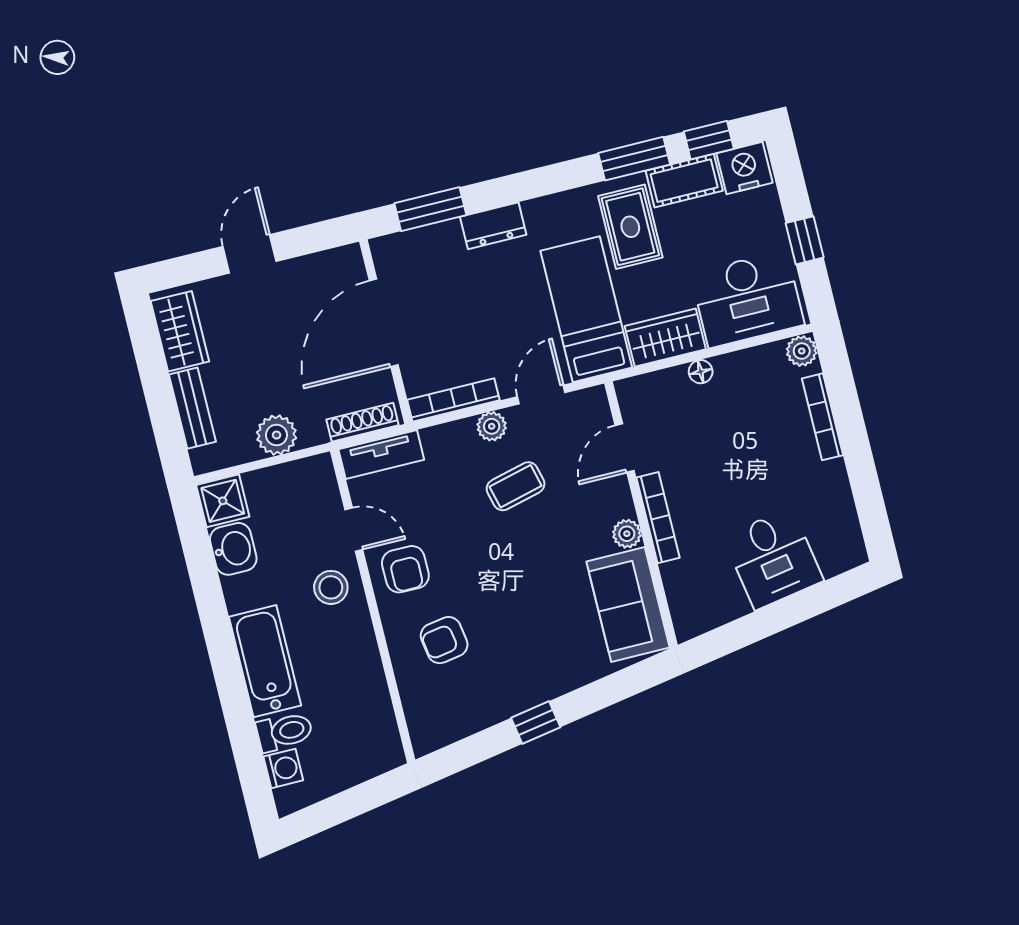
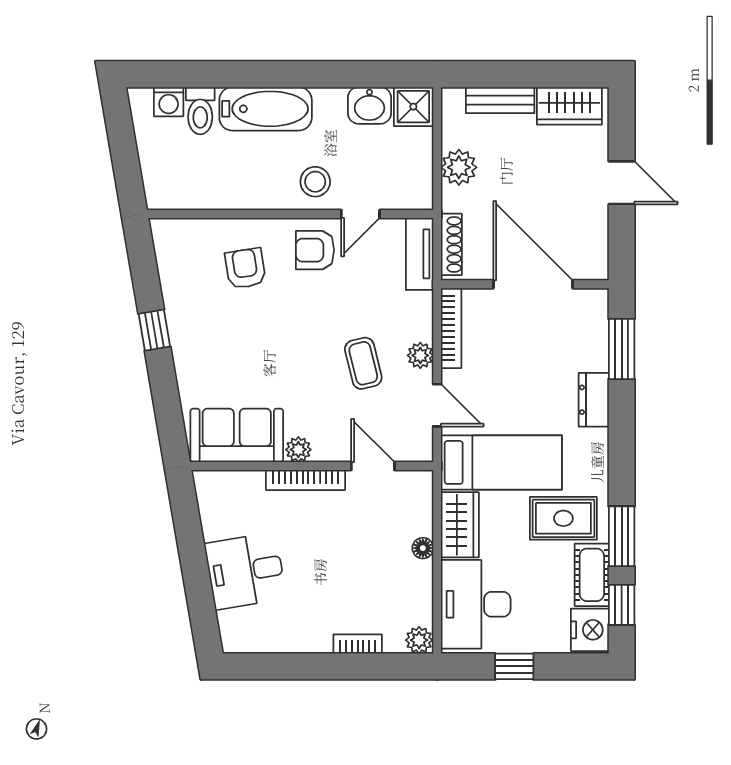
bookcase: (822, 417) -> (358, 644), width x0.64

